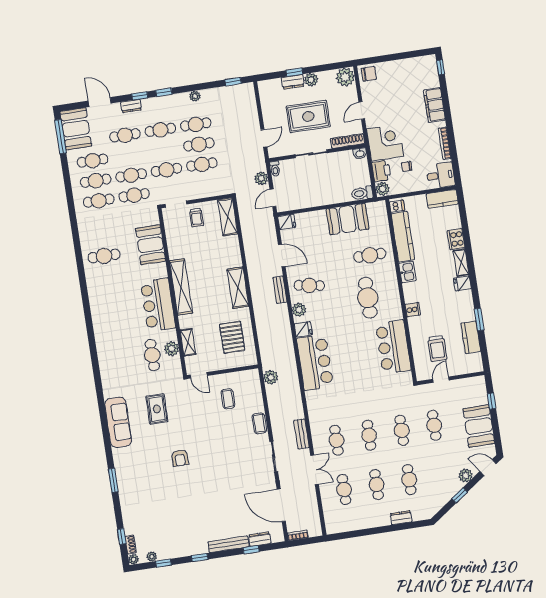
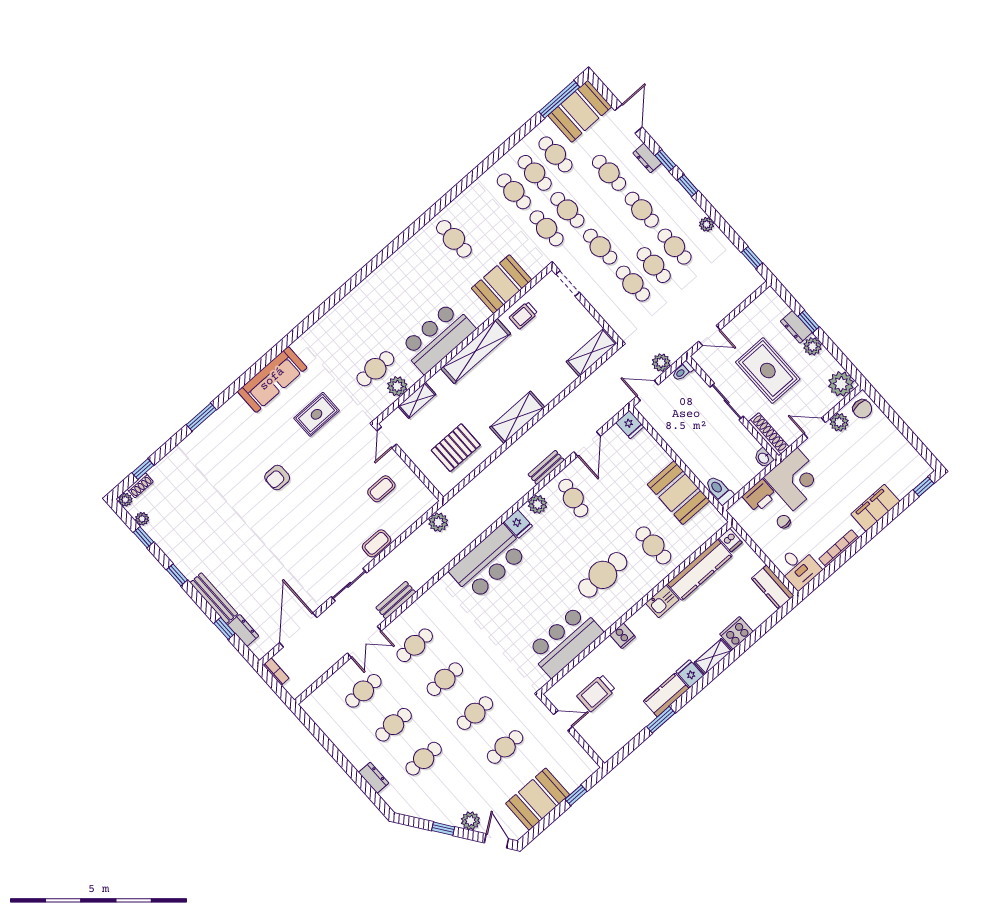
plant: (383, 189) -> (839, 422), moved
trolley: (197, 217) -> (523, 315), moved
kitchen counter: (471, 337) -> (666, 695), moved

